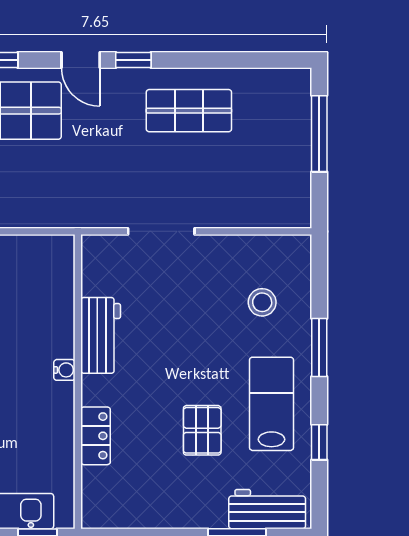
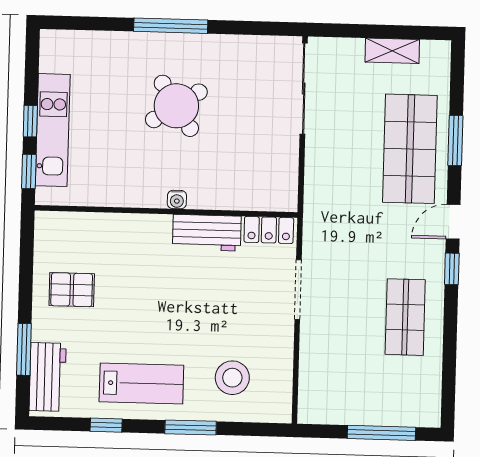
stool: (262, 302) -> (232, 378), width x1.38, depth x1.38
pallet: (202, 430) -> (72, 290), moved
locker: (96, 436) -> (269, 230), moved

